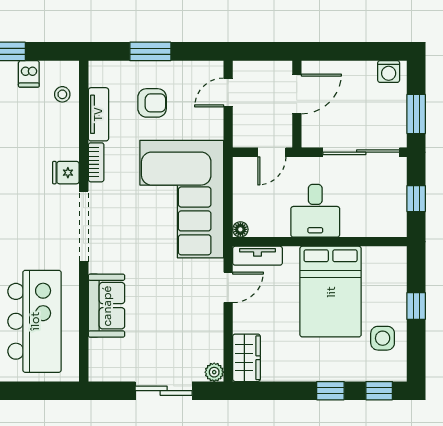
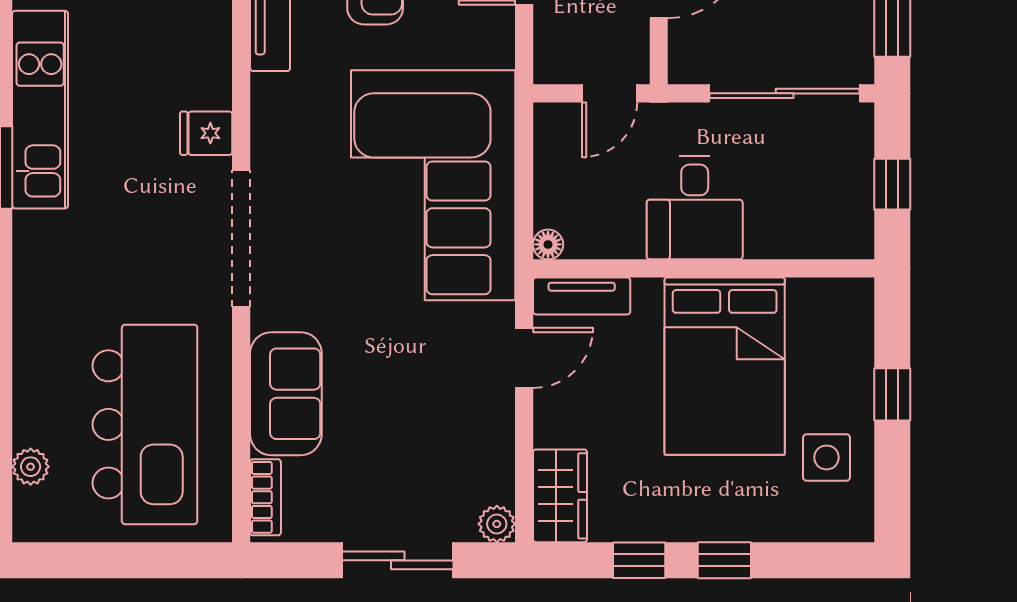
bookcase: (96, 162) -> (265, 497), moved
window: (379, 391) -> (639, 560), moved

